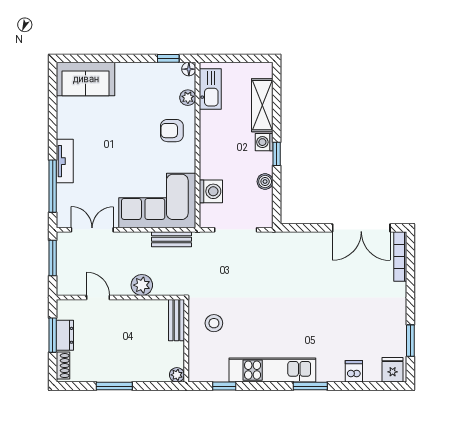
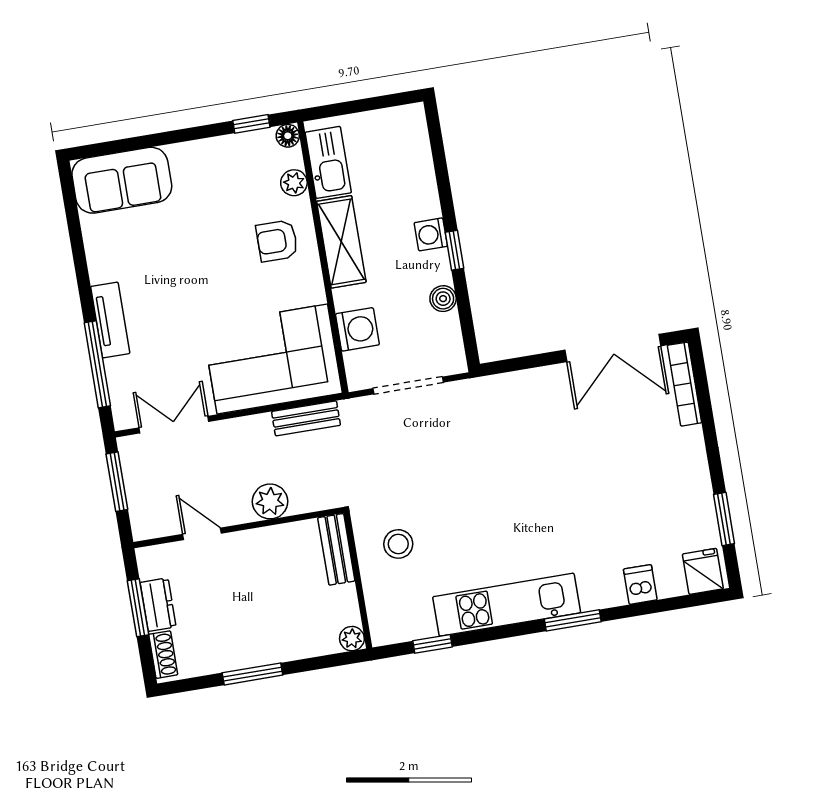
shelving: (262, 105) -> (341, 242), moved

